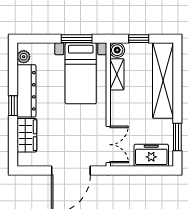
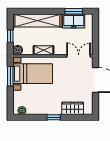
shelving: (117, 74) -> (44, 50), moved
dresser: (26, 91) -> (44, 109), removed
freezer: (151, 155) -> (74, 21), moved, turned -90

